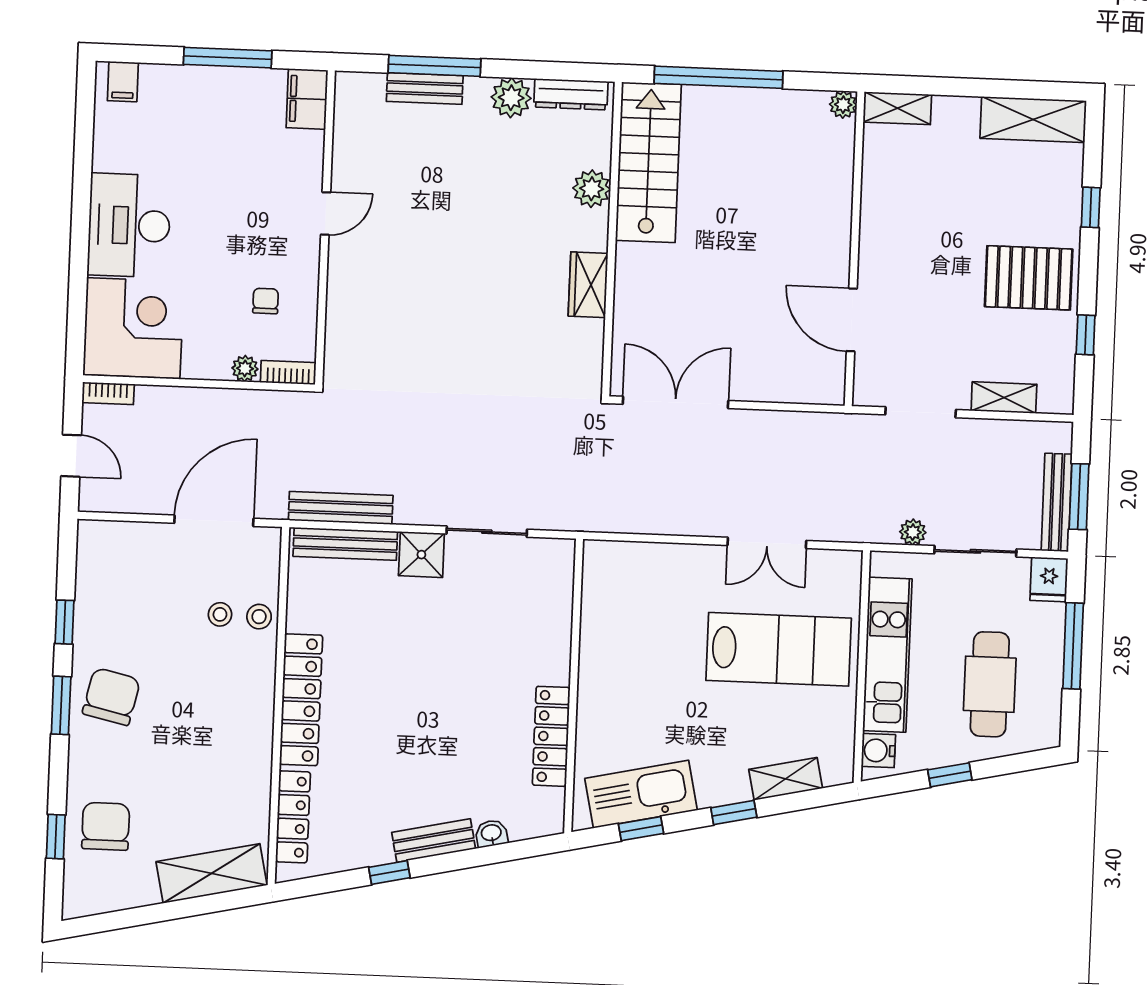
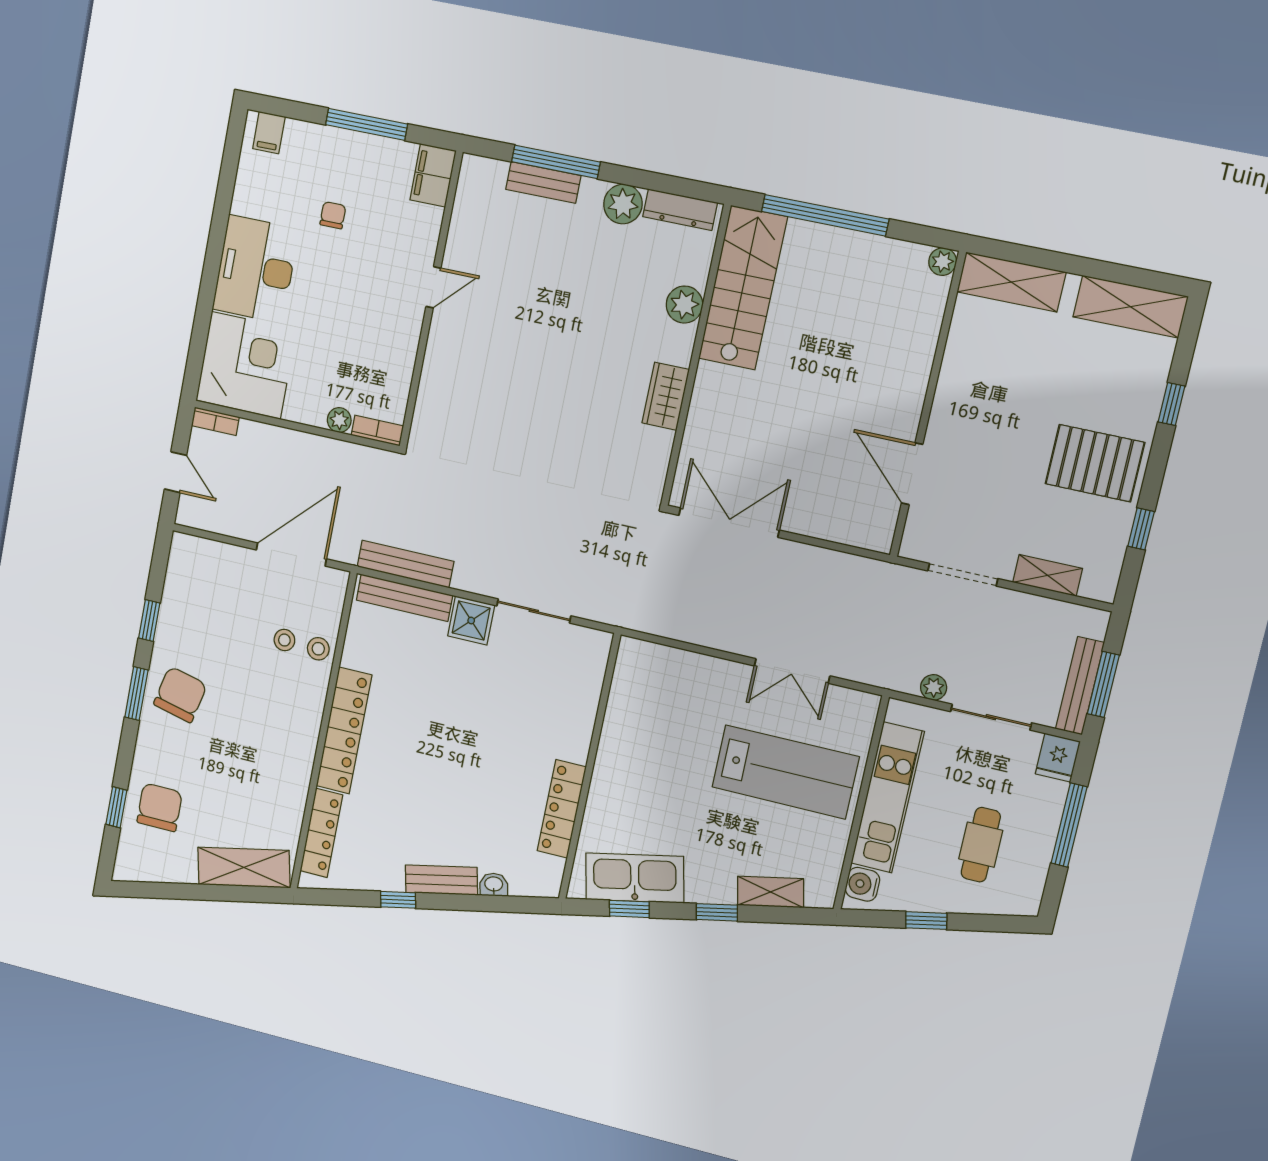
shelving: (897, 108) -> (1011, 282), width x1.50, depth x1.33
chair: (266, 301) -> (333, 215), moved
cafe table: (990, 684) -> (981, 845), width x0.73, depth x0.74

